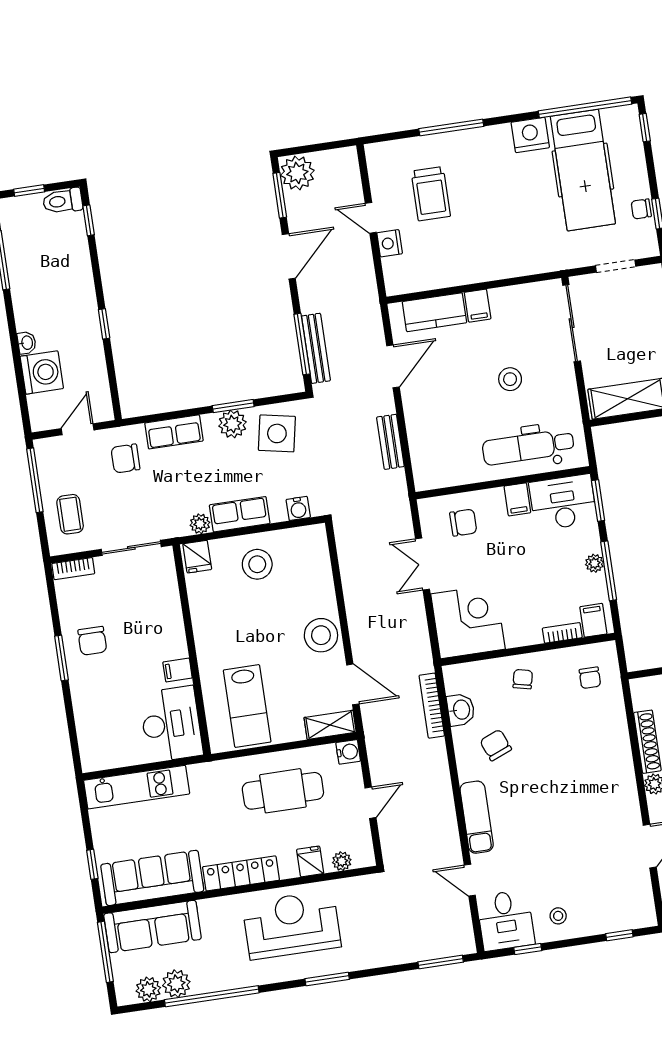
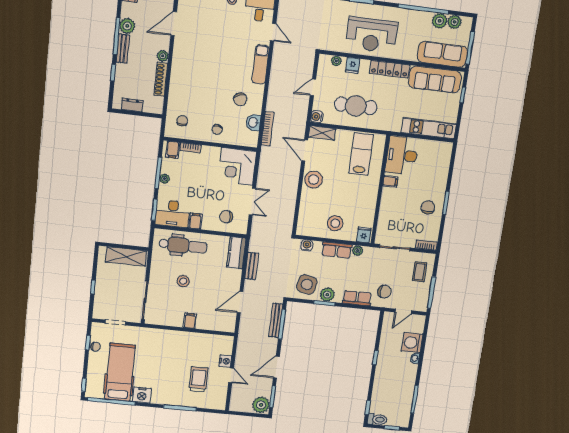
kitchen counter: (434, 312) -> (236, 253), moved, turned -90

